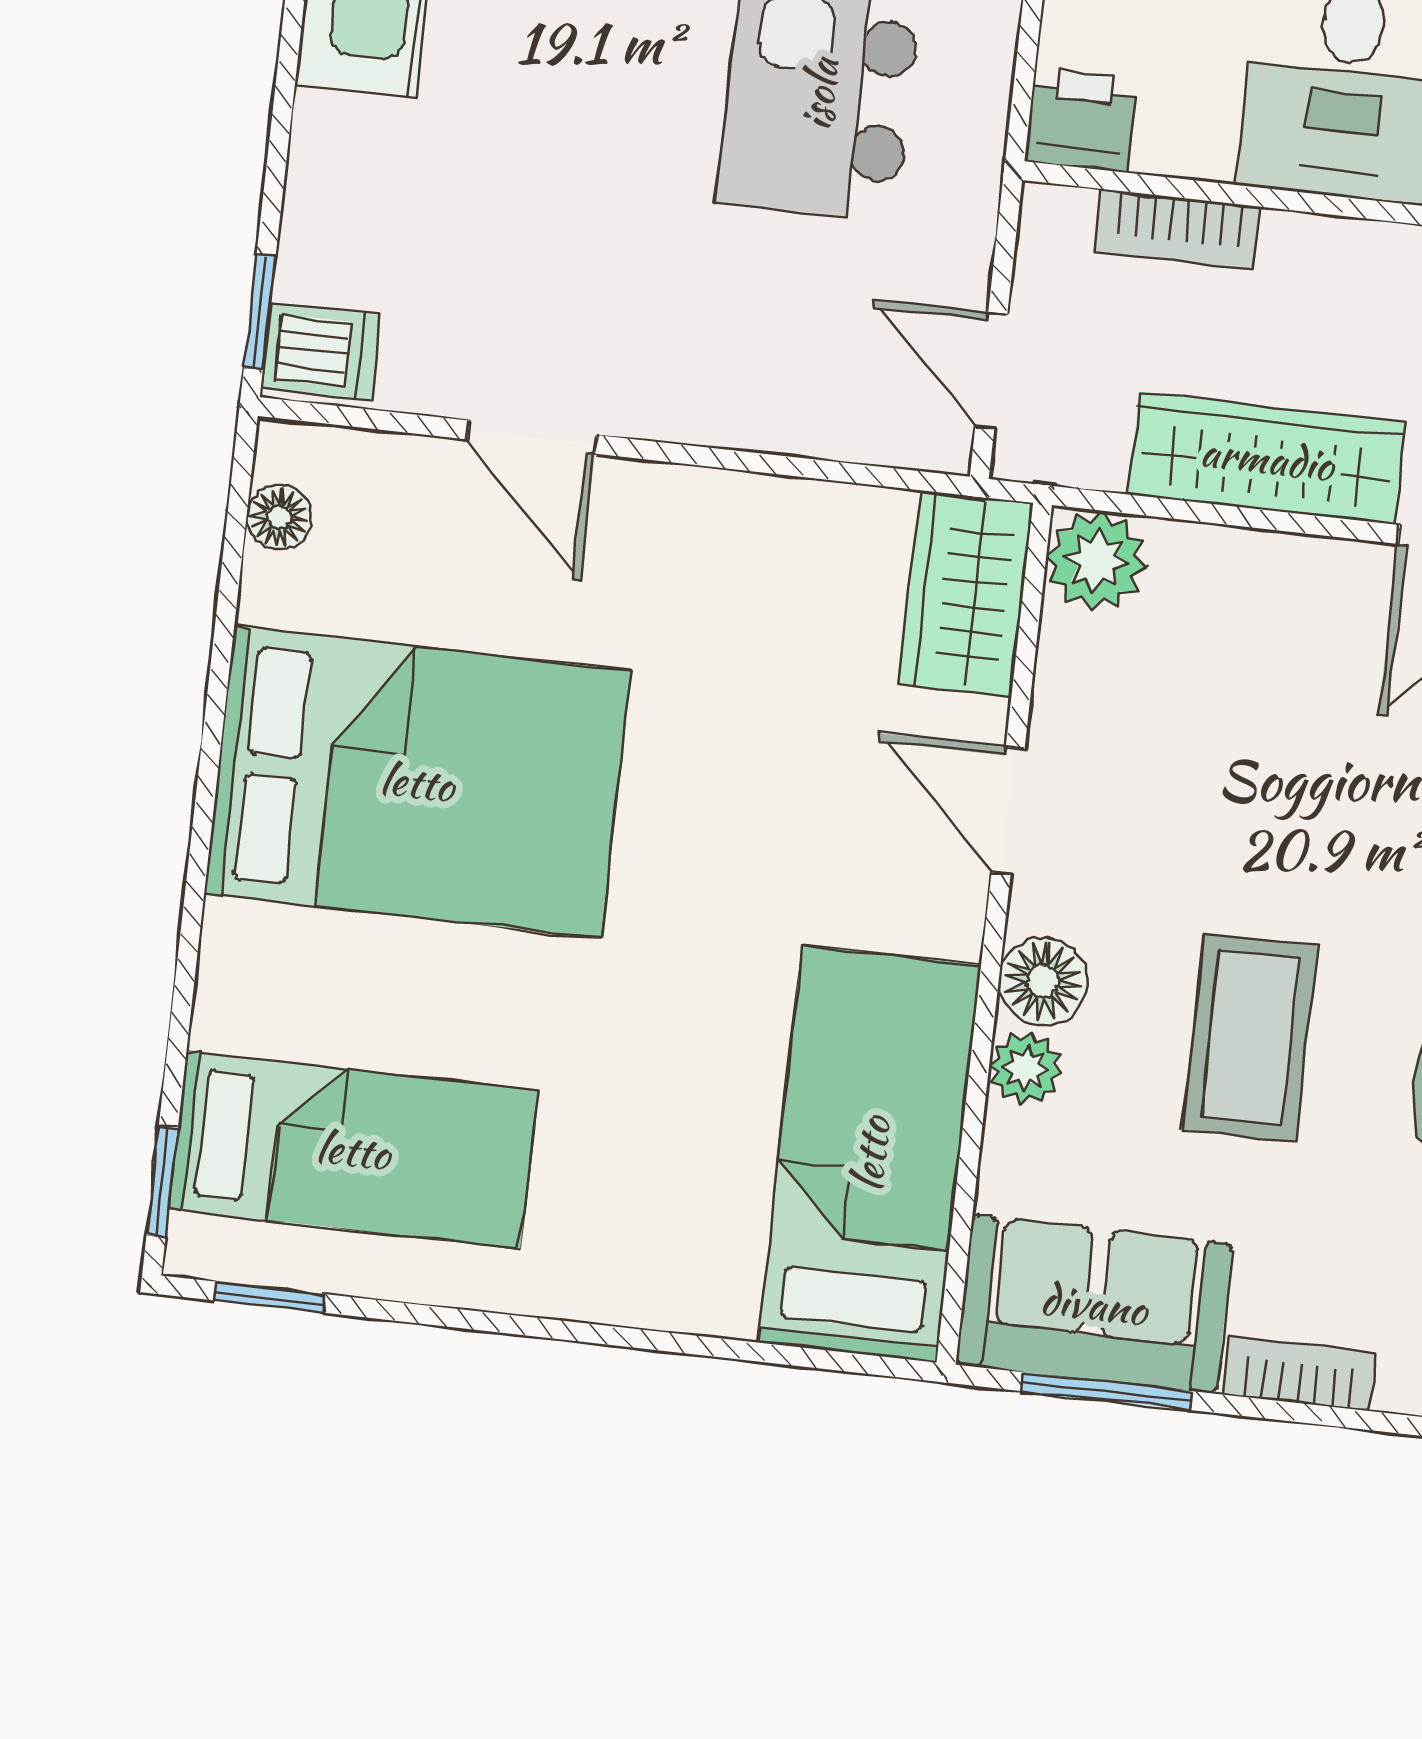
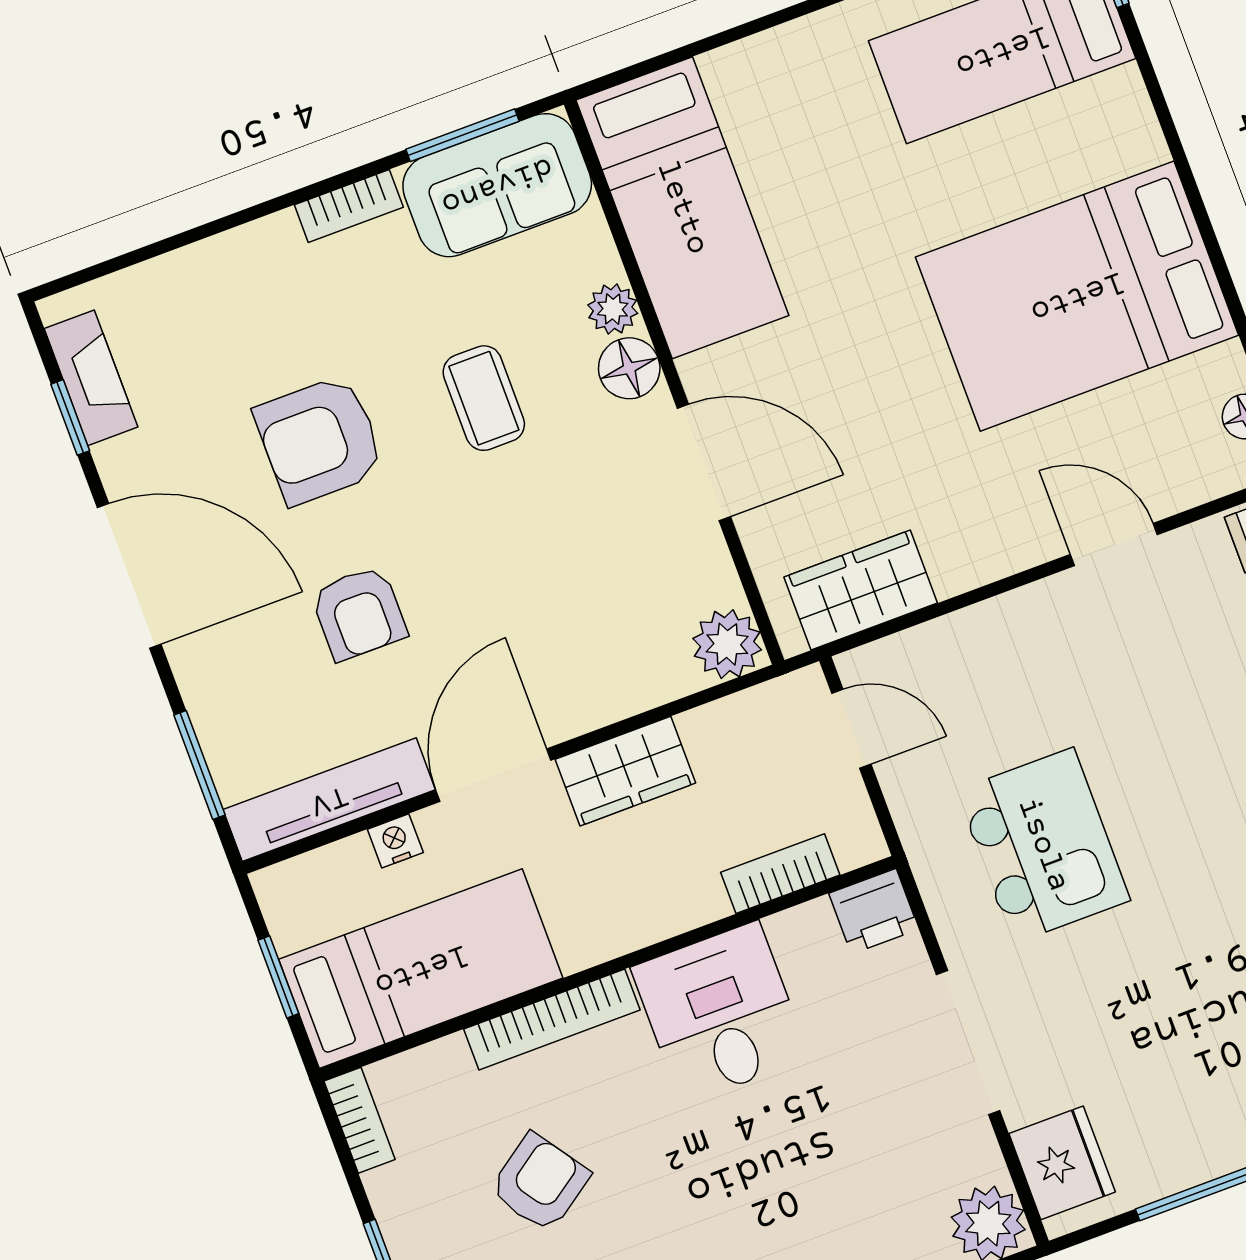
wardrobe: (1267, 458) -> (625, 771), width x0.67
wardrobe: (966, 594) -> (861, 590), moved, turned -90
door: (1008, 811) -> (704, 462), width x1.38
coffee table: (1250, 1038) -> (484, 398), width x0.73, depth x0.77

